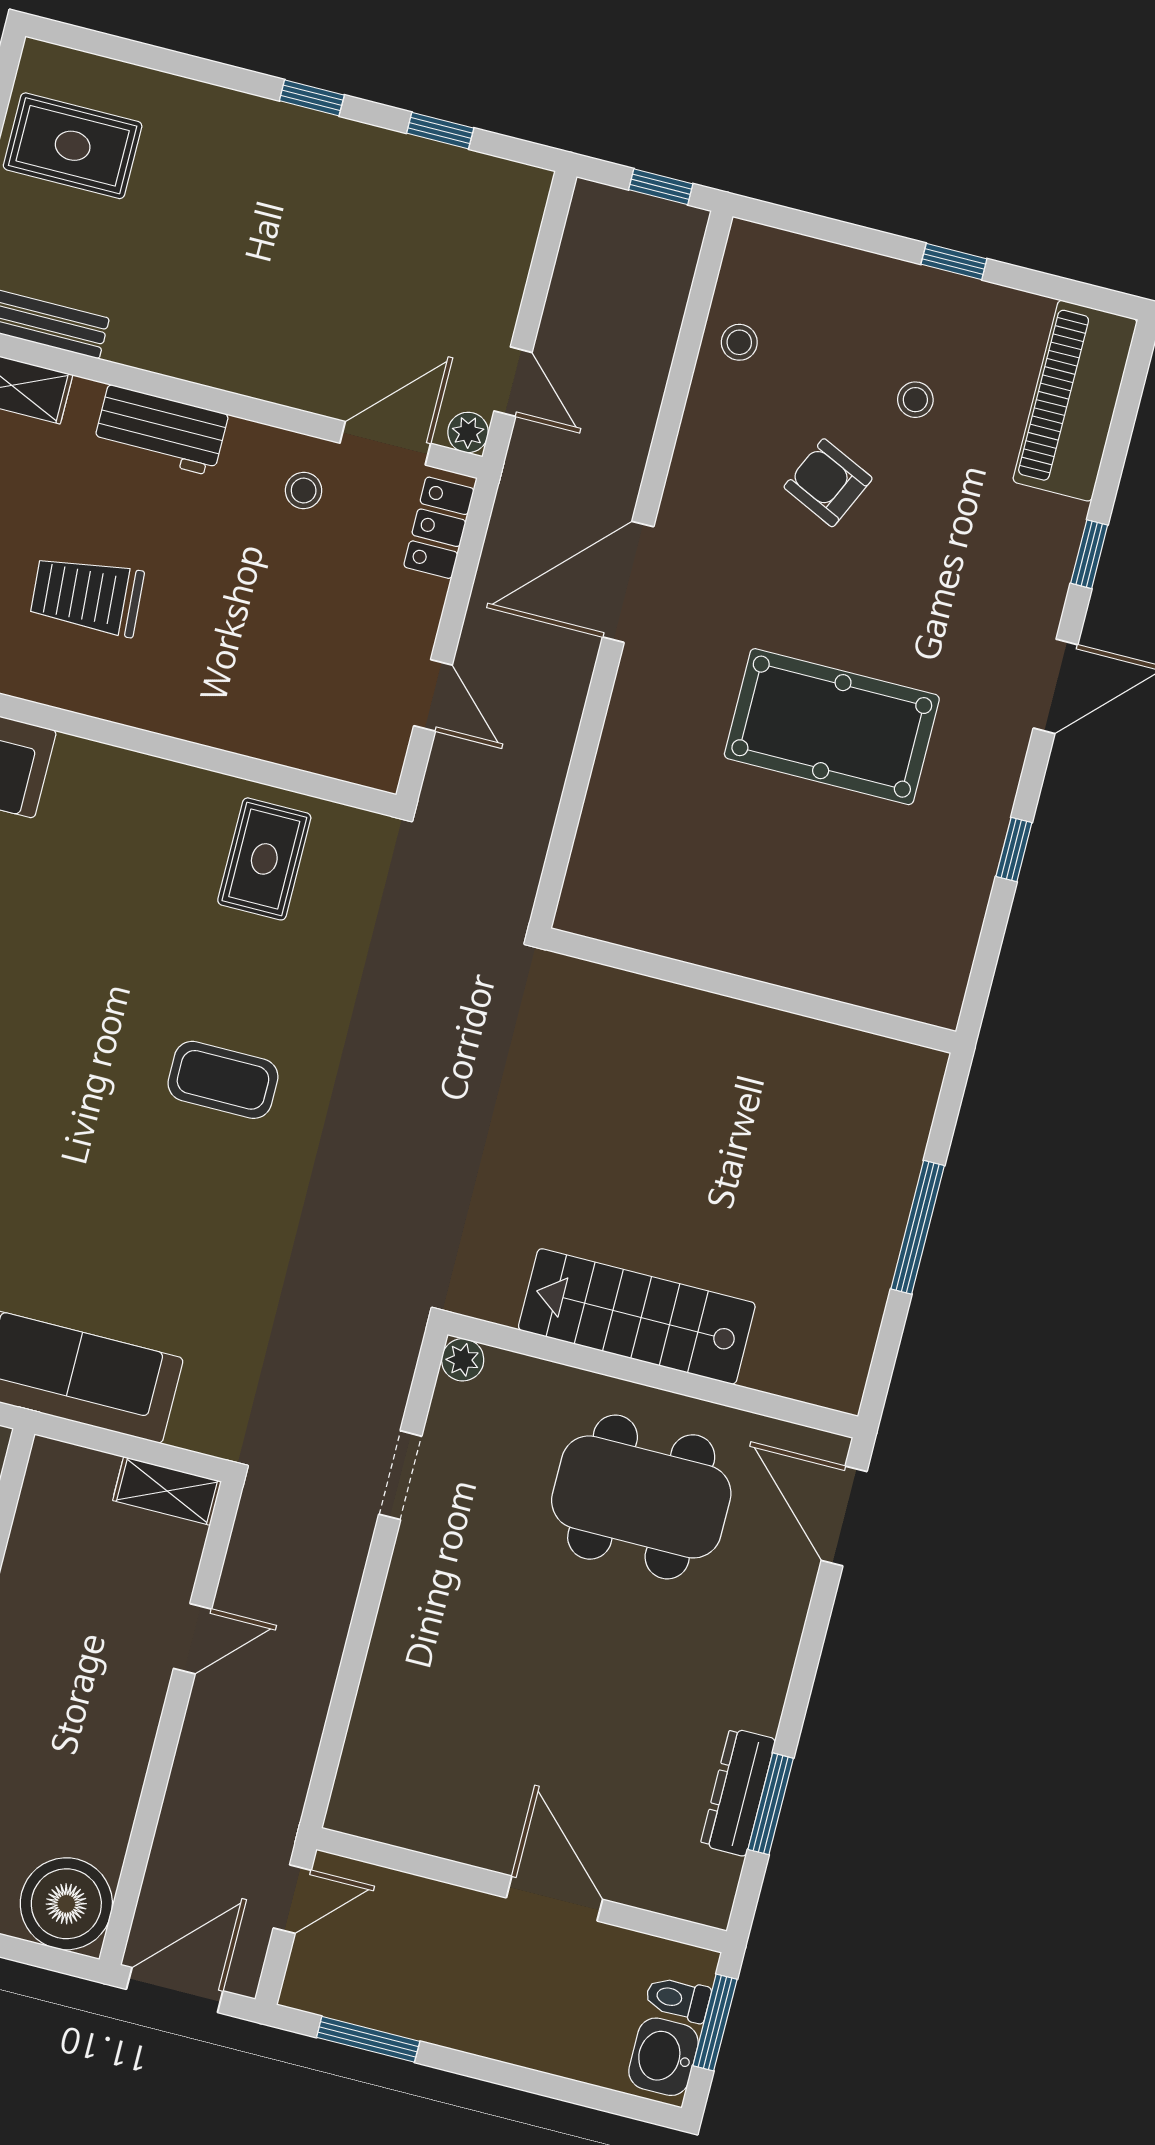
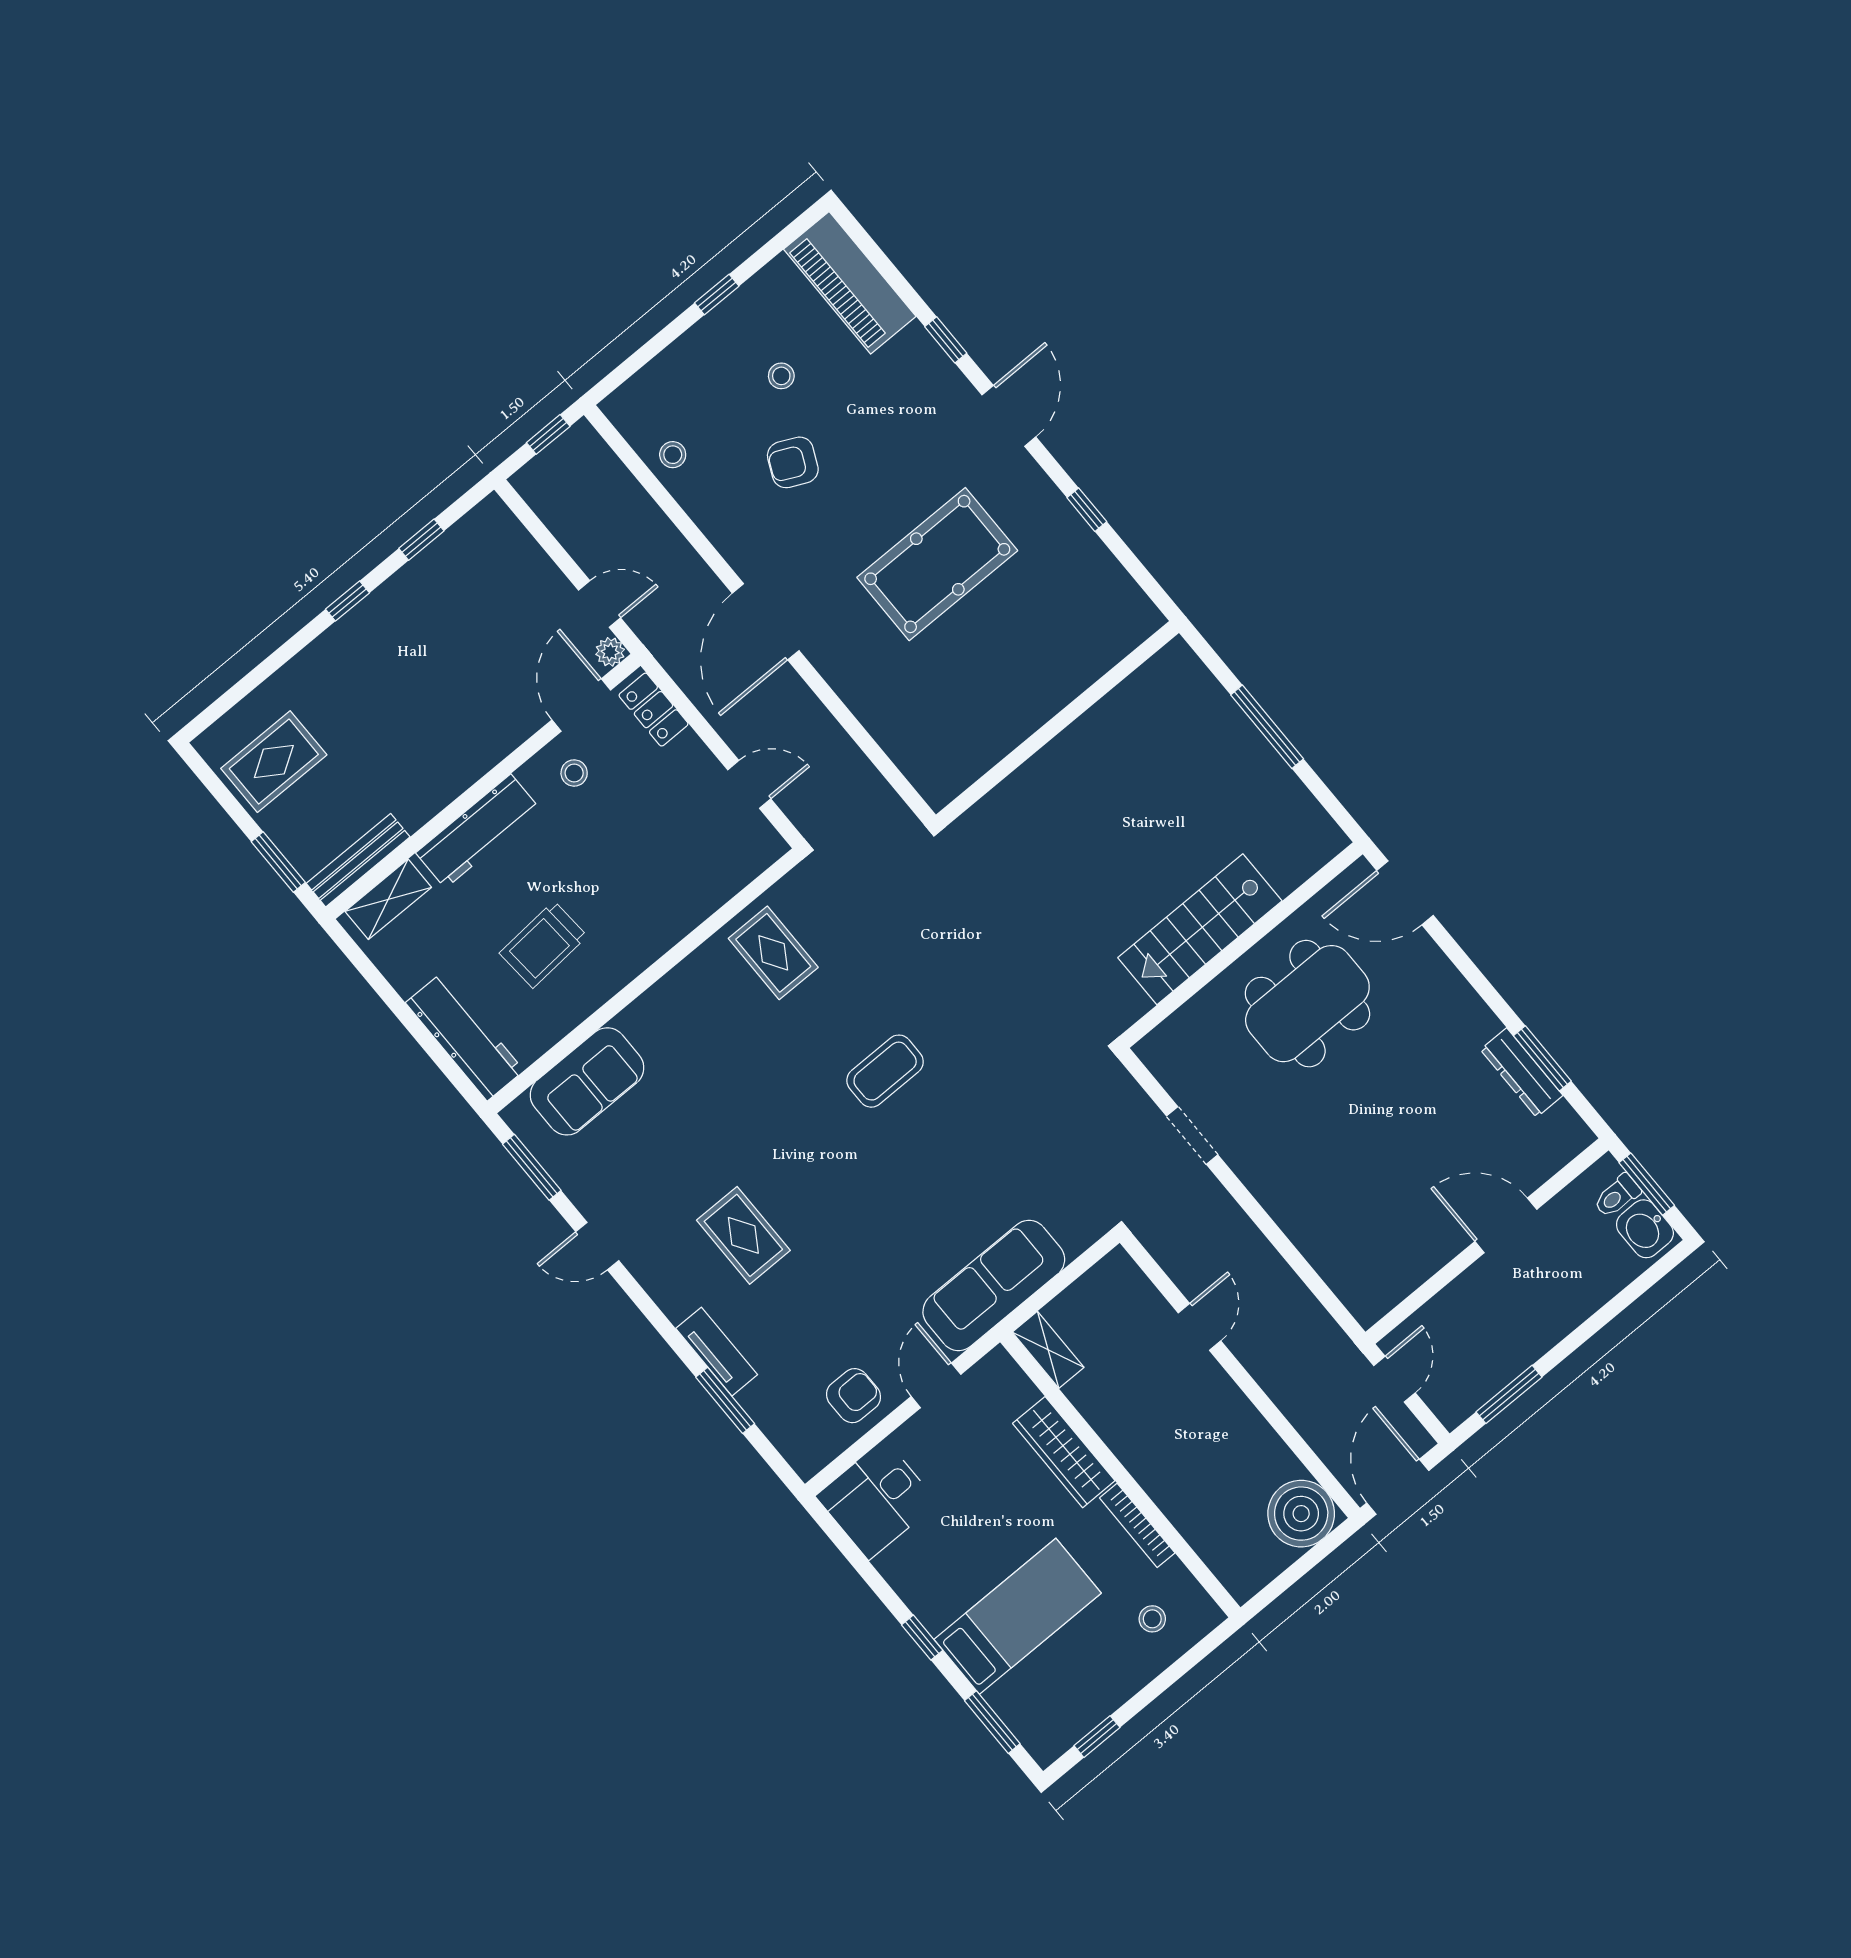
workbench: (161, 430) -> (478, 831), width x1.38
plant: (463, 1360) -> (1151, 1050), removed
shelving: (167, 1491) -> (1048, 1350), moved, turned 90

